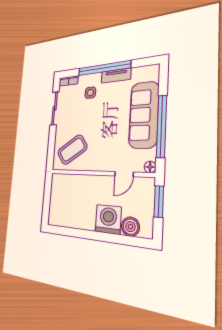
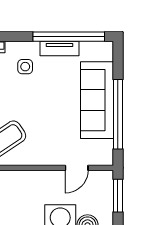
window: (104, 68) -> (69, 37), moved
floor lamp: (150, 167) -> (107, 159), removed

